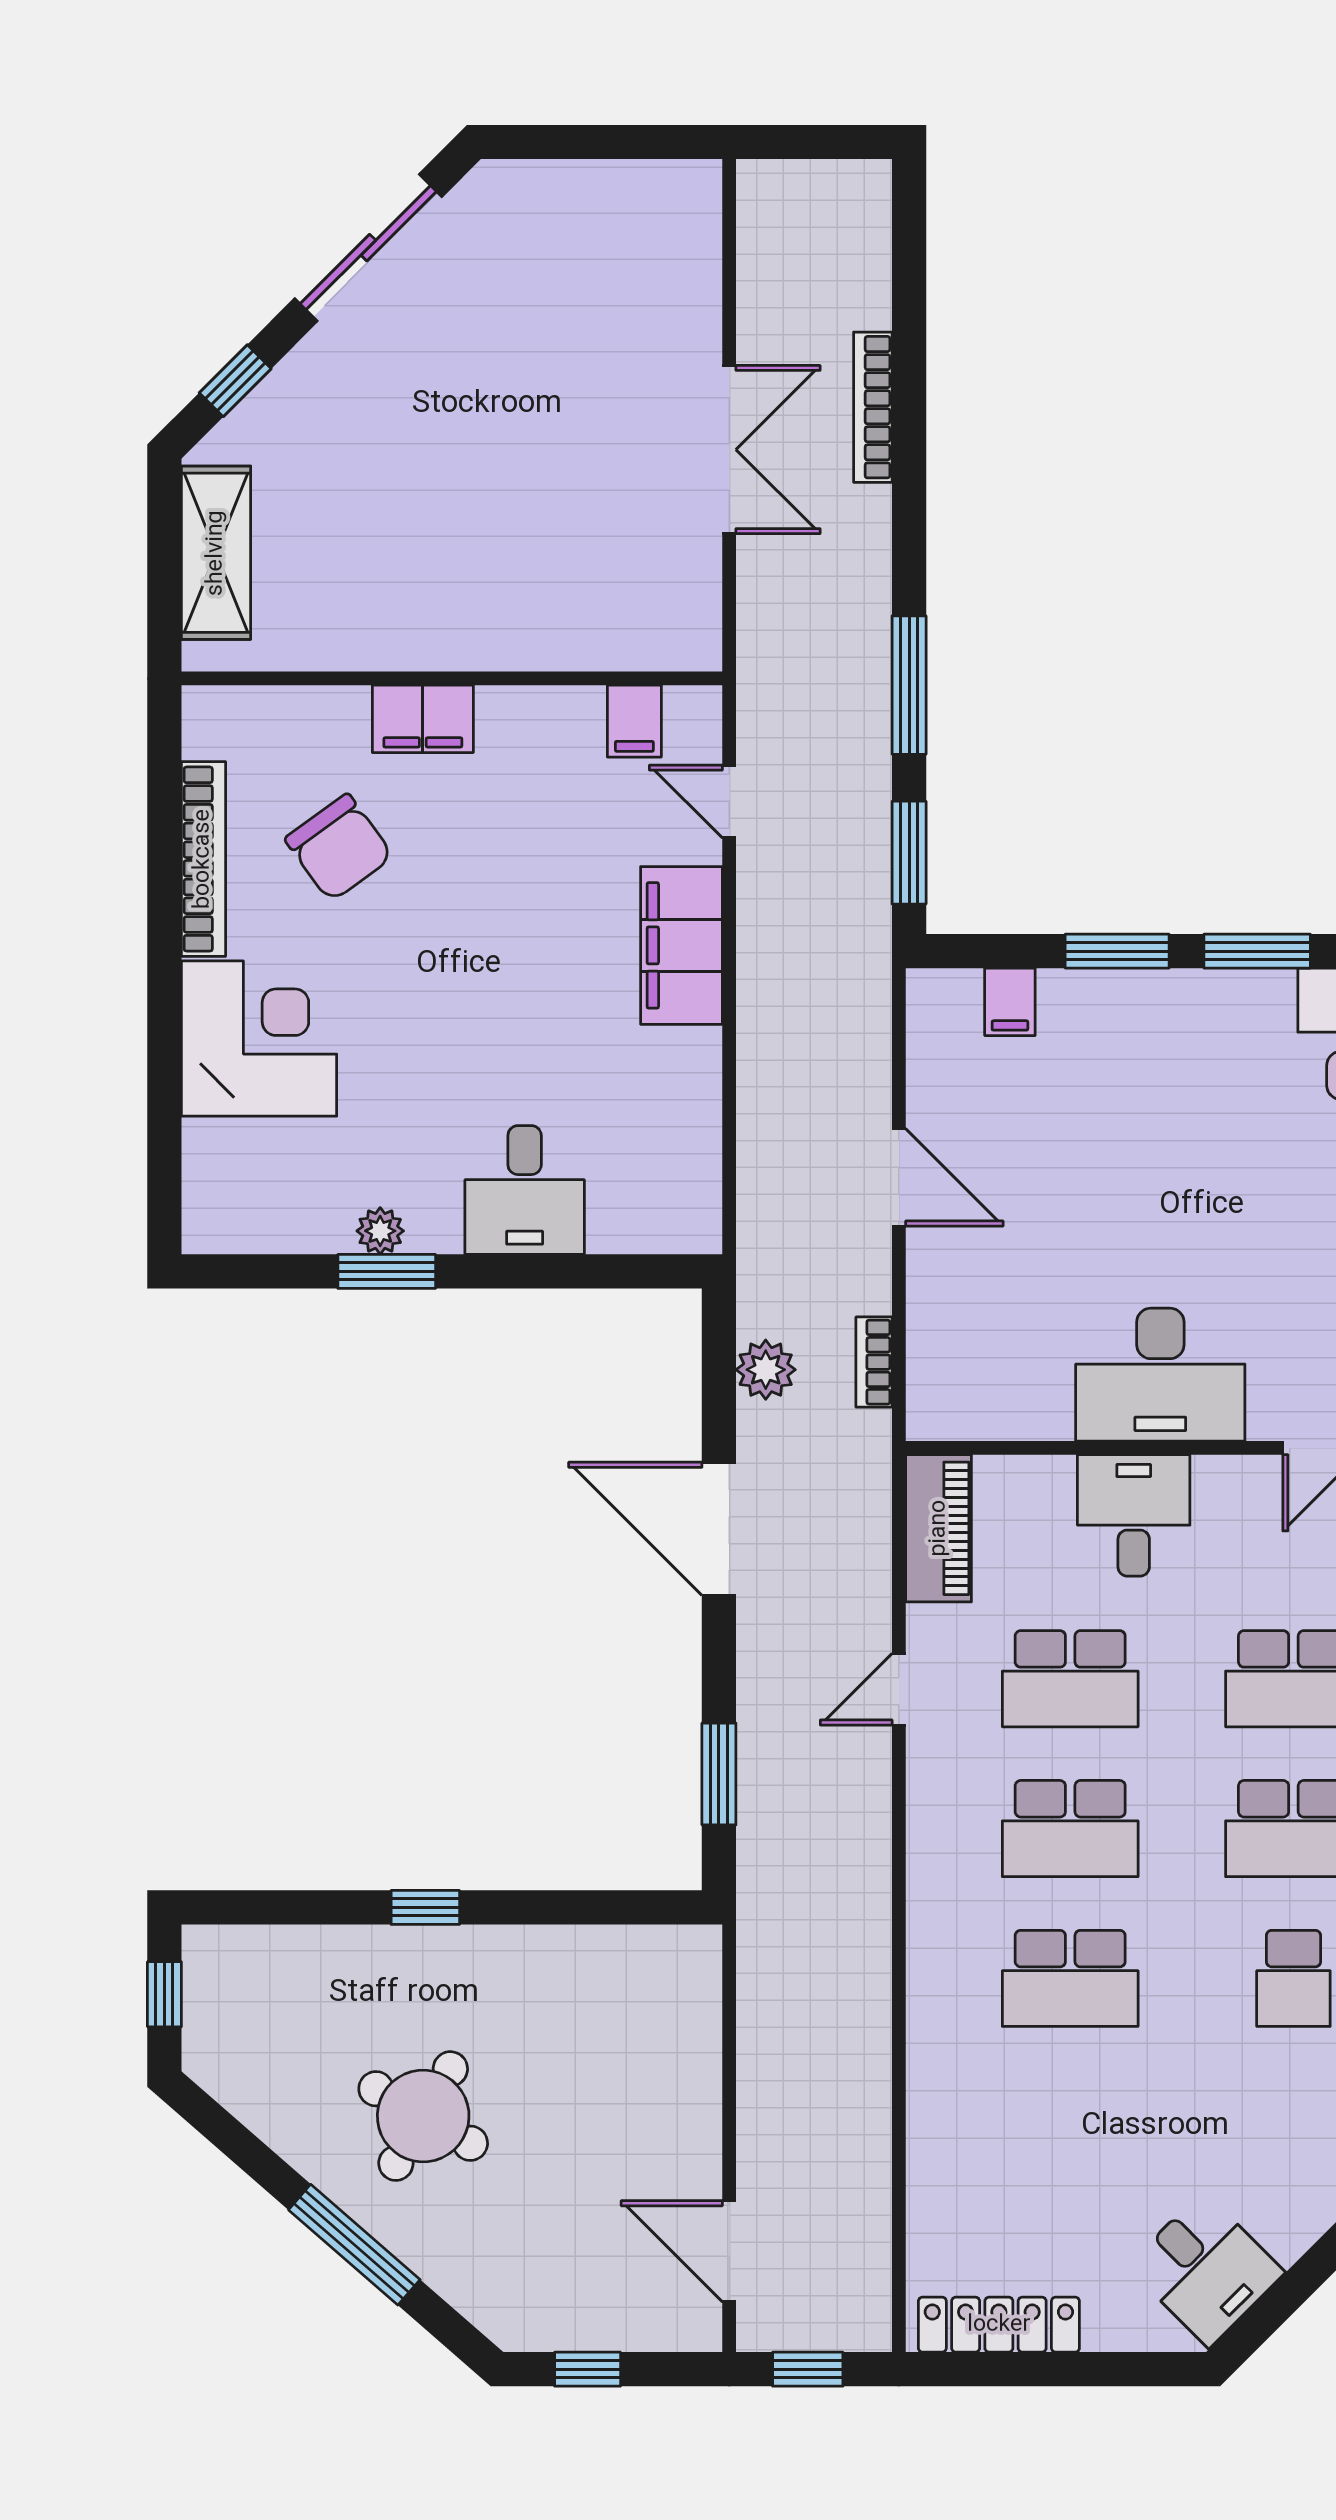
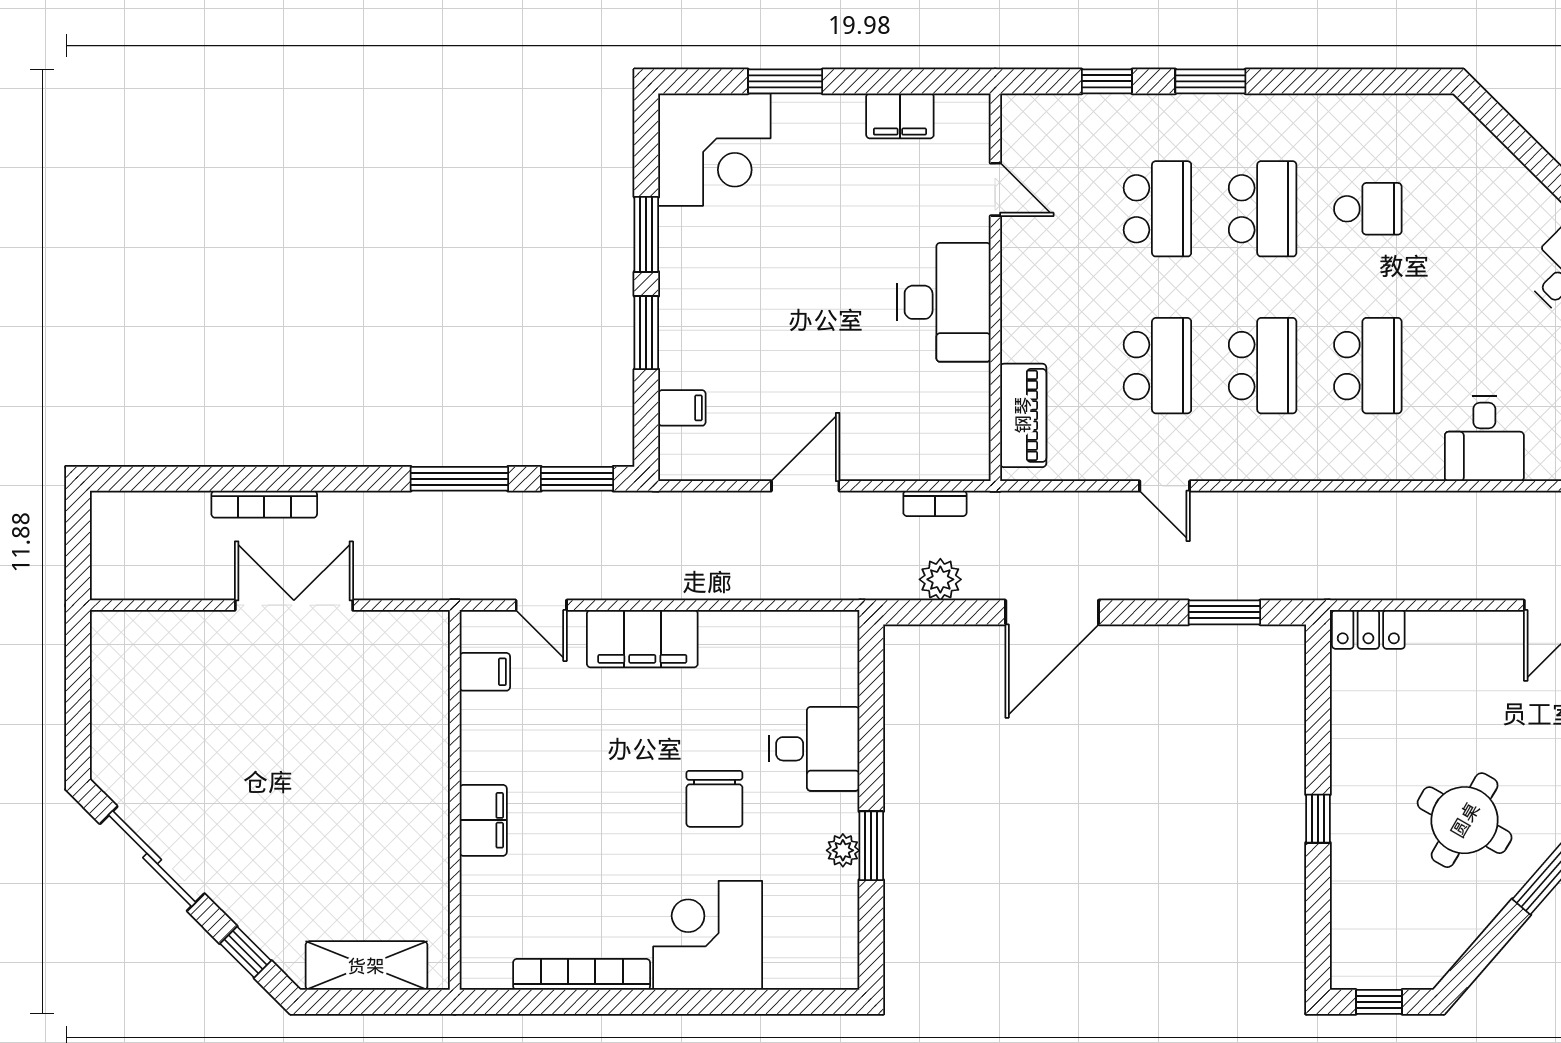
door: (729, 801) -> (541, 605), hinge flipped
chair: (339, 848) -> (714, 799), moved, turned 126
desk: (1134, 1515) -> (1484, 439), moved, turned -90
piano: (939, 1528) -> (1023, 415), moved, turned 90
locker: (695, 1979) -> (1368, 629), added

